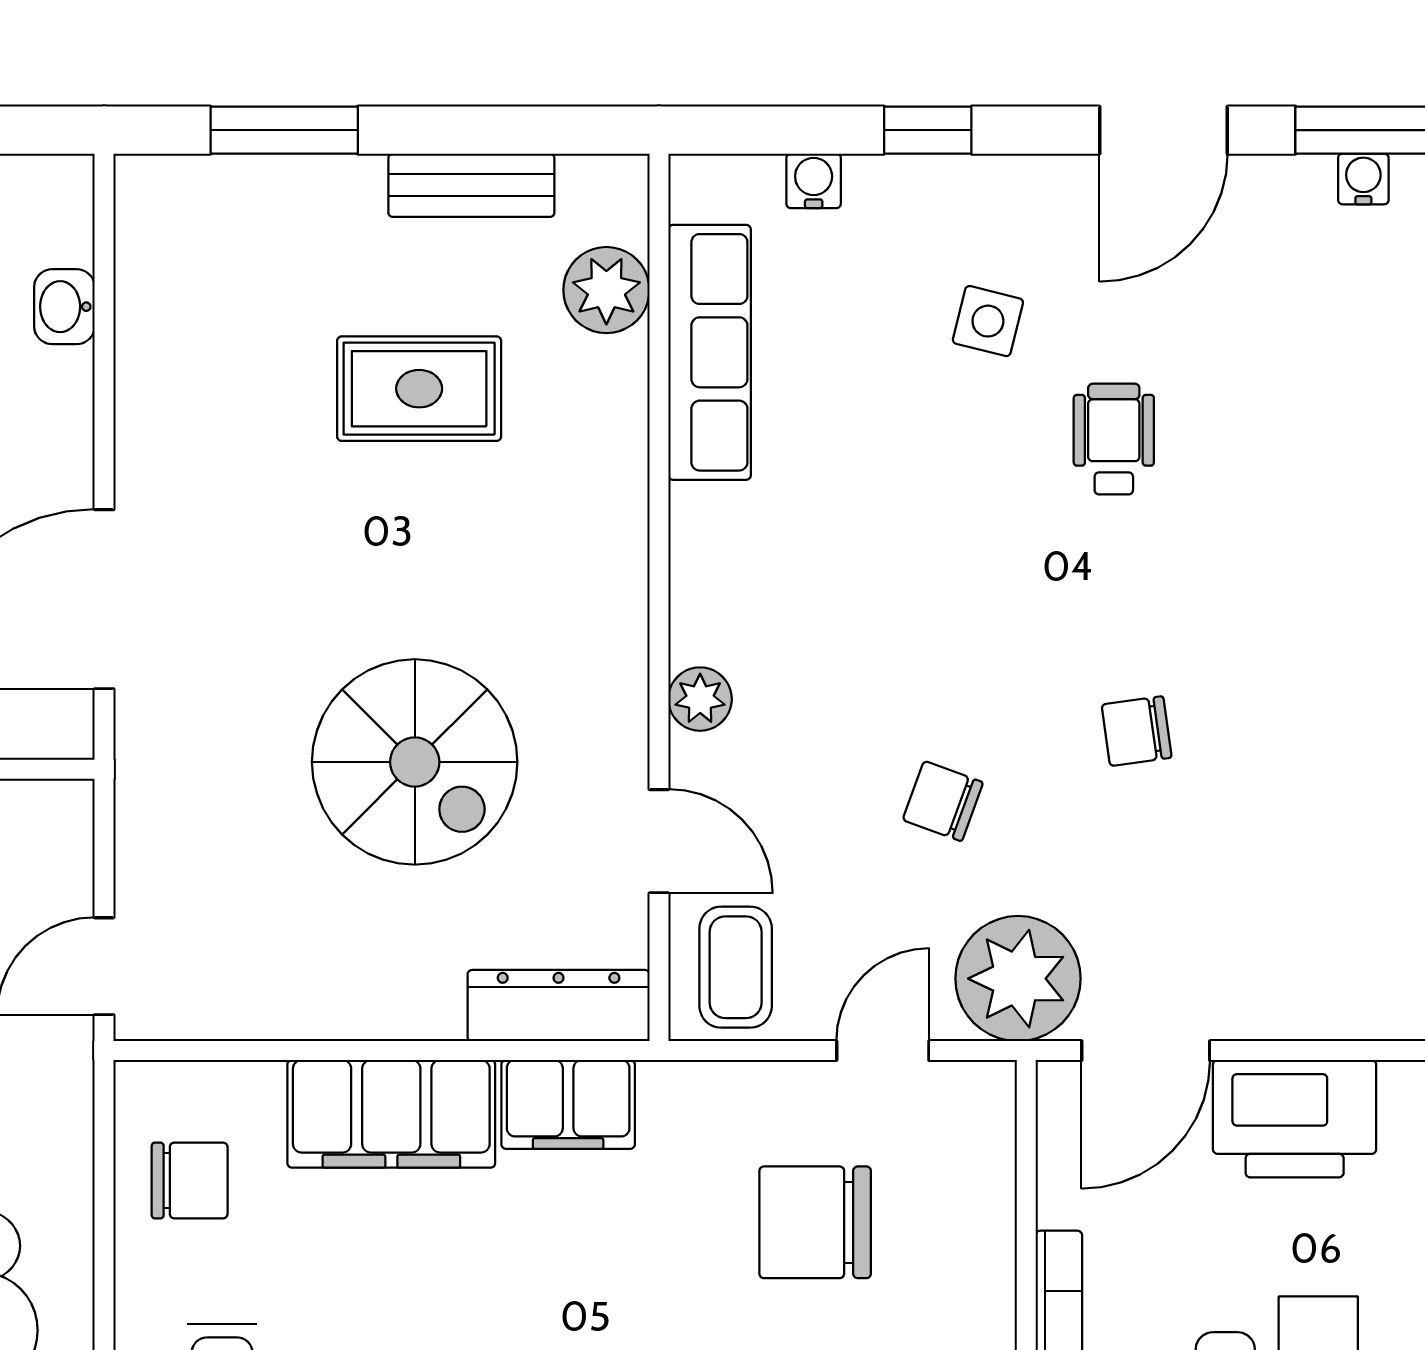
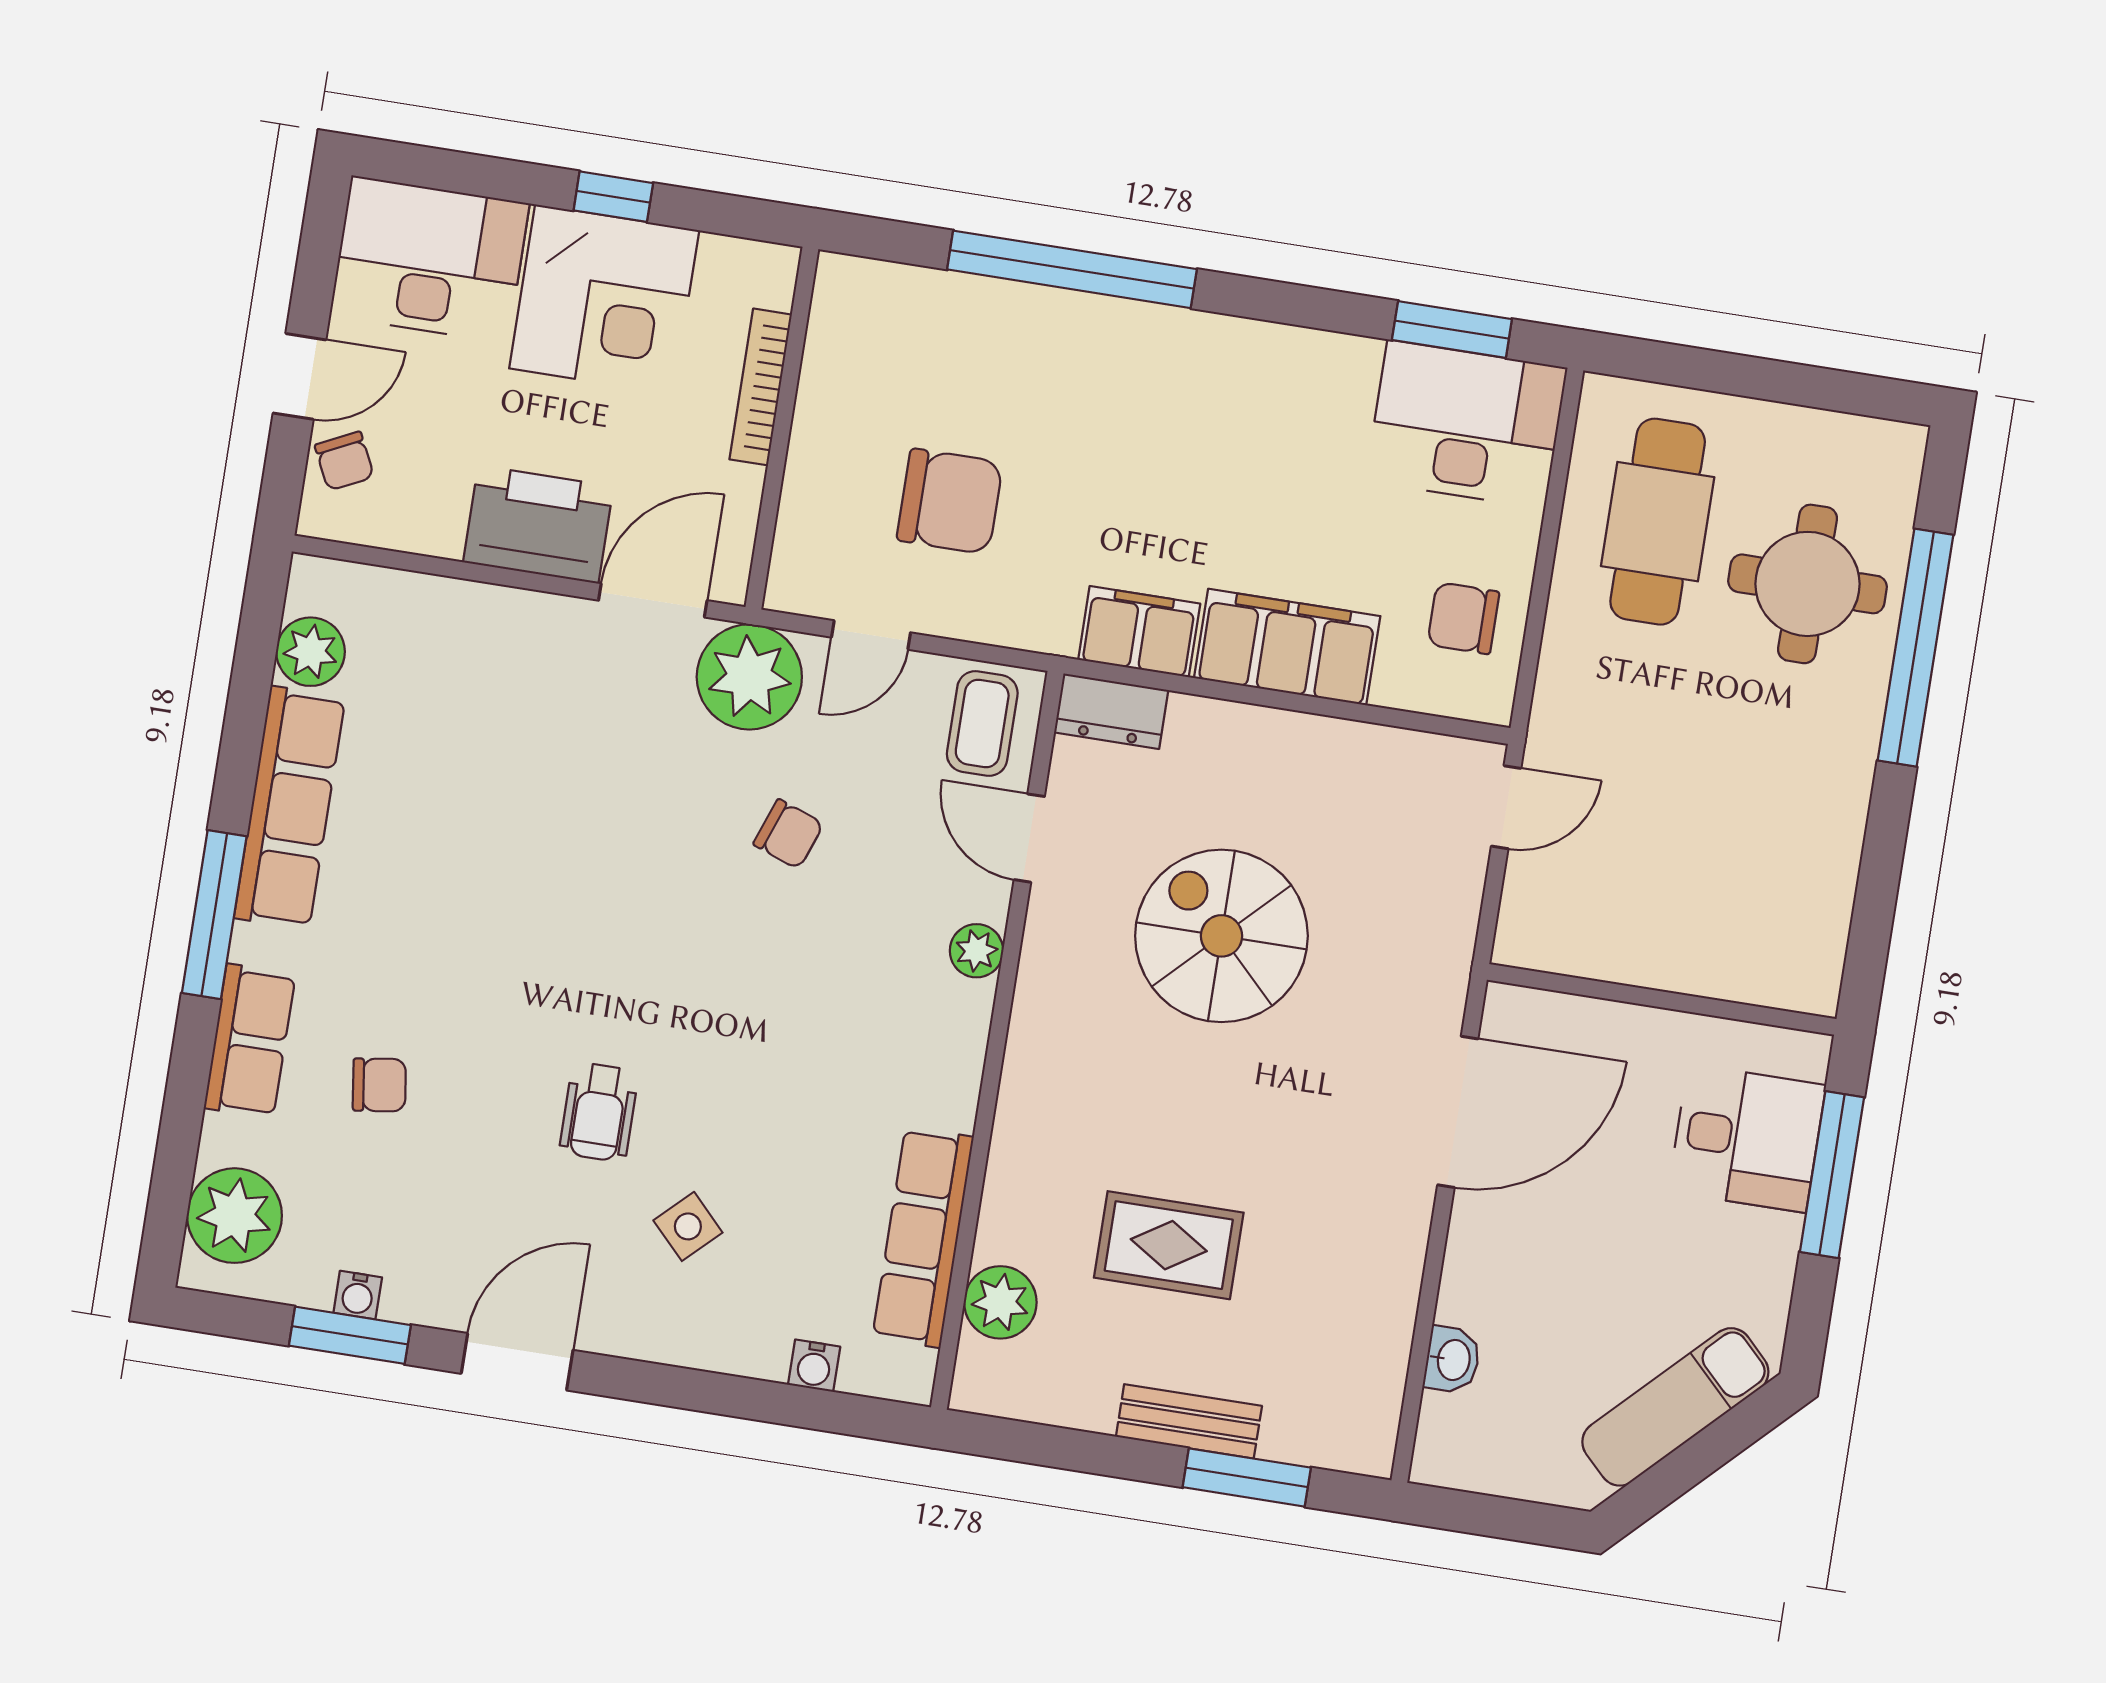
window: (928, 130) -> (713, 1393), removed
bench: (471, 185) -> (1189, 1421), moved
side table: (988, 321) -> (688, 1226), turned 32
chair: (1137, 731) -> (379, 1085), moved
dresser: (559, 1006) -> (1111, 711), width x0.70

